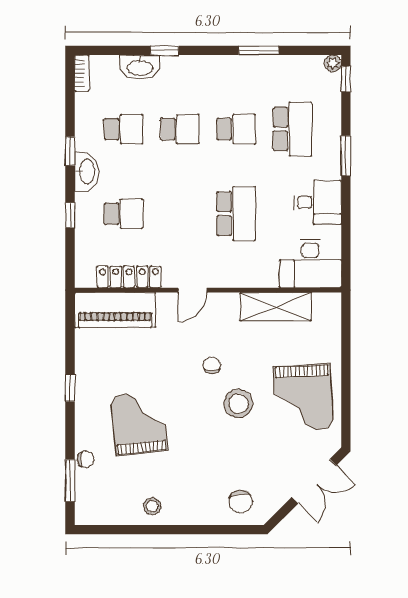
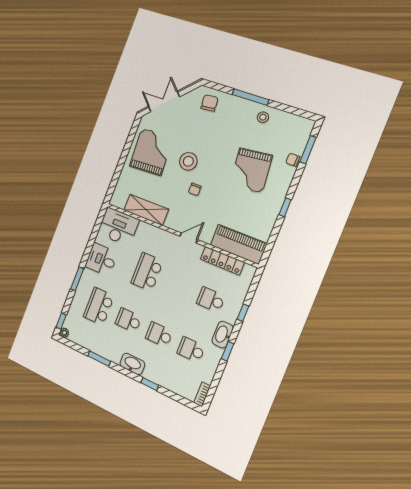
washbasin: (140, 67) -> (132, 364), moved
window: (182, 530) -> (250, 97), added

